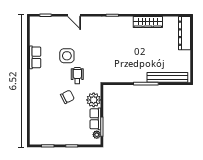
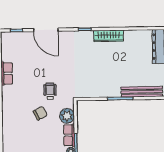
door: (74, 15) -> (46, 30), width x1.87
wardrobe: (148, 22) -> (109, 36), moved
side table: (67, 56) -> (39, 71), removed

